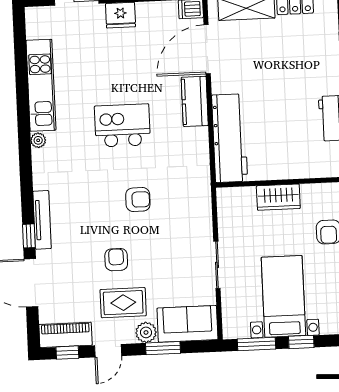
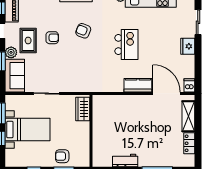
workbench: (230, 138) -> (117, 104), removed
wardrobe: (278, 197) -> (83, 109), moved
armchair: (138, 200) -> (83, 31), moved, turned 111

